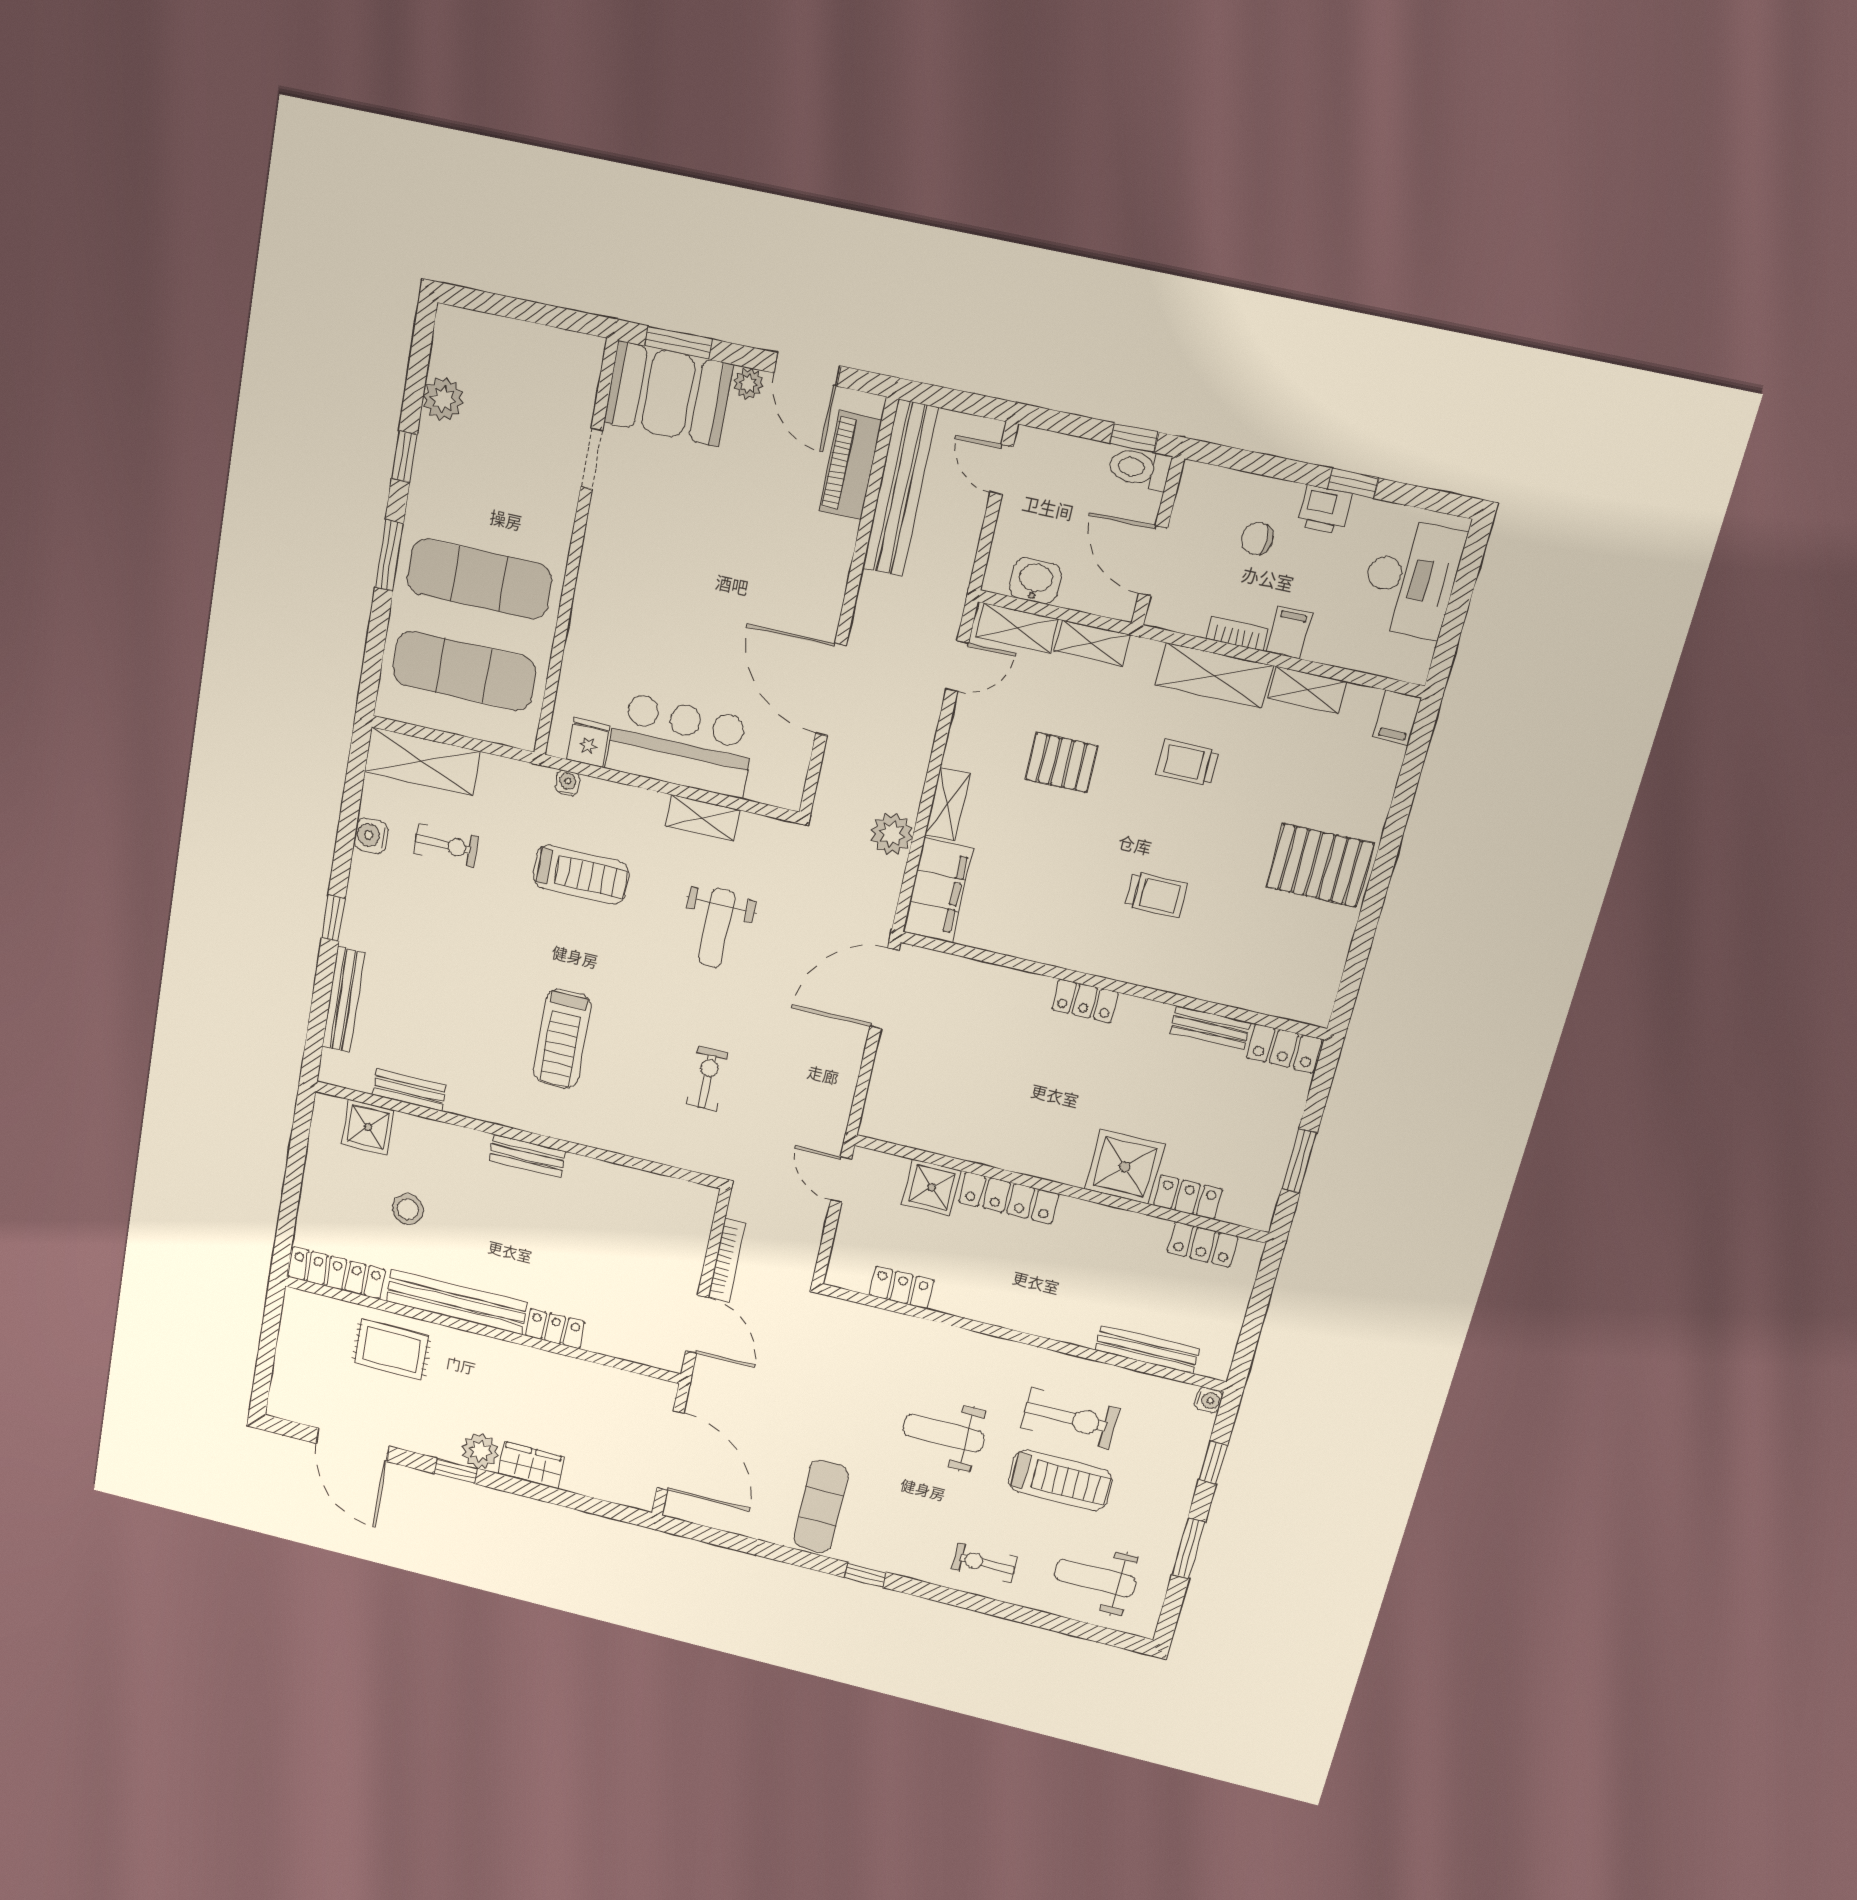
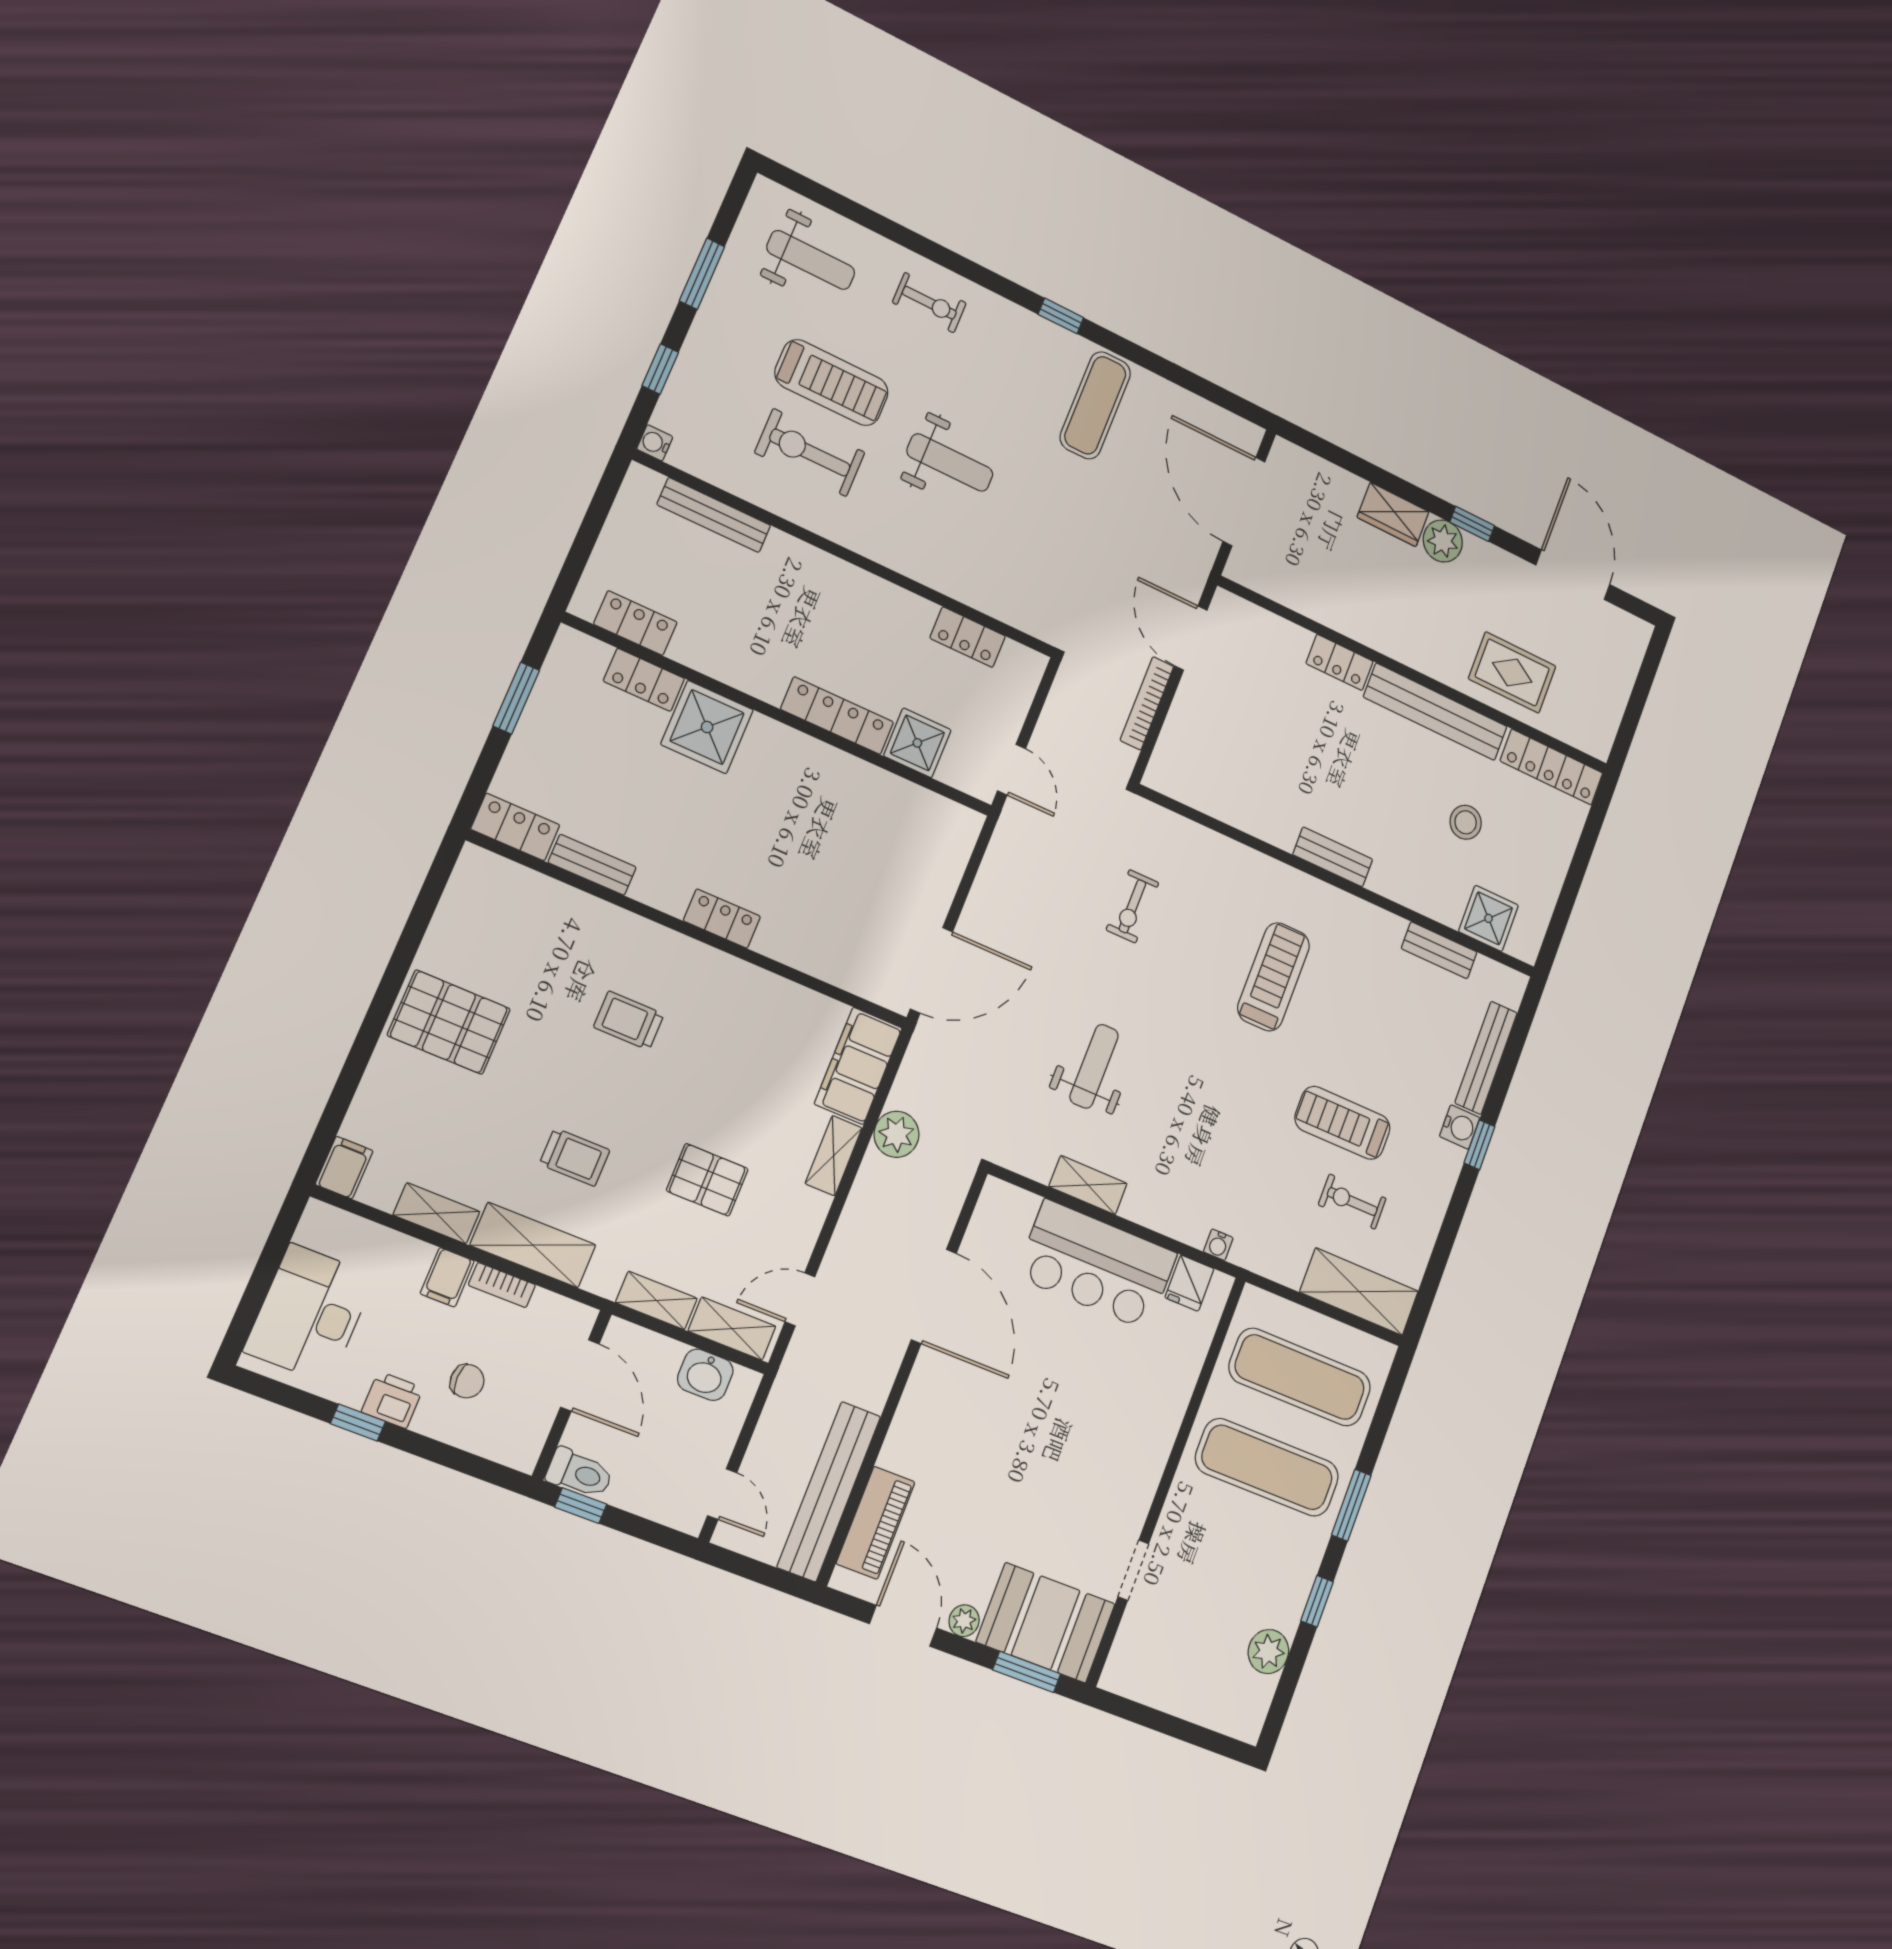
water cooler: (371, 836) -> (1460, 1127), moved
treadmill: (581, 875) -> (1343, 1123), moved
treadmill: (1060, 1480) -> (832, 383), turned 180

